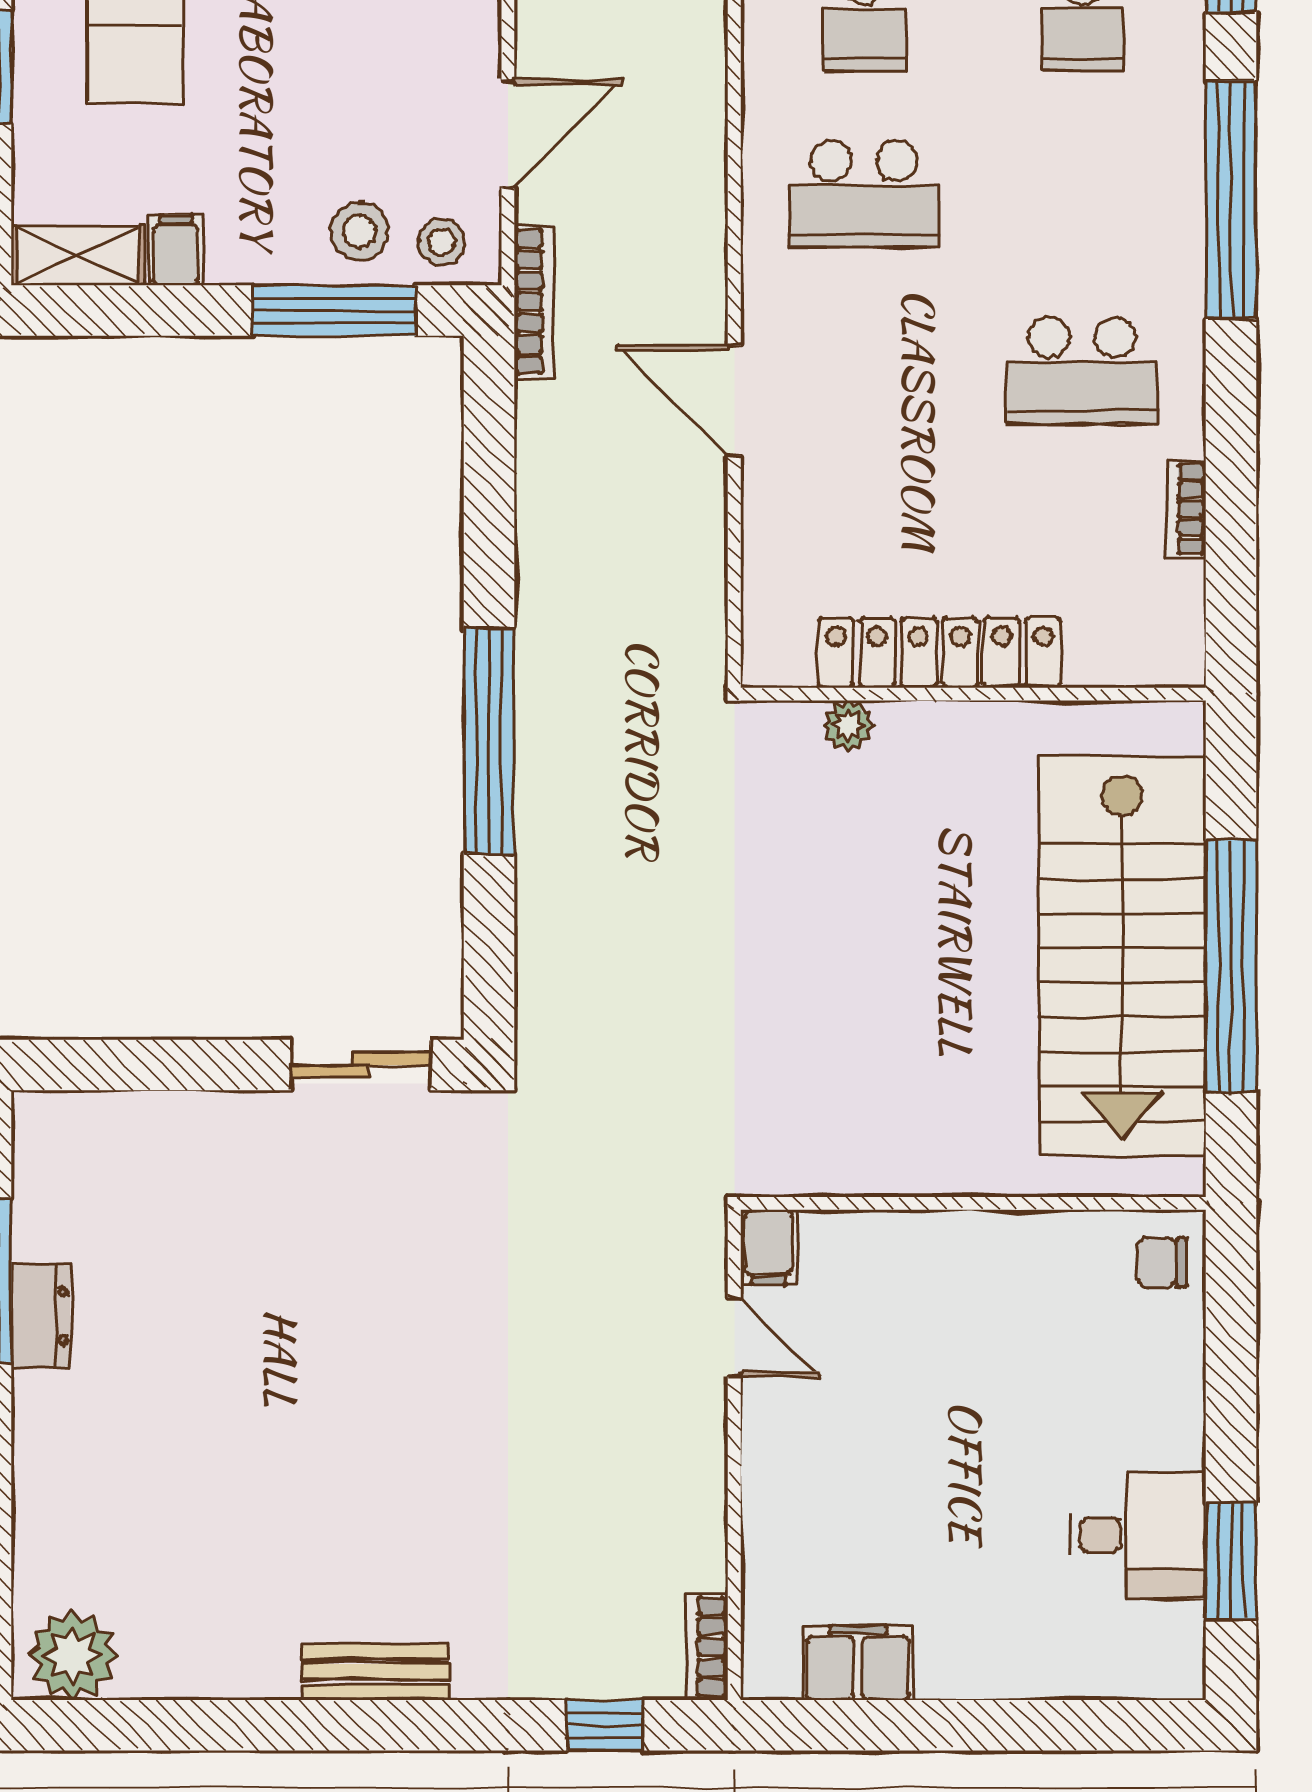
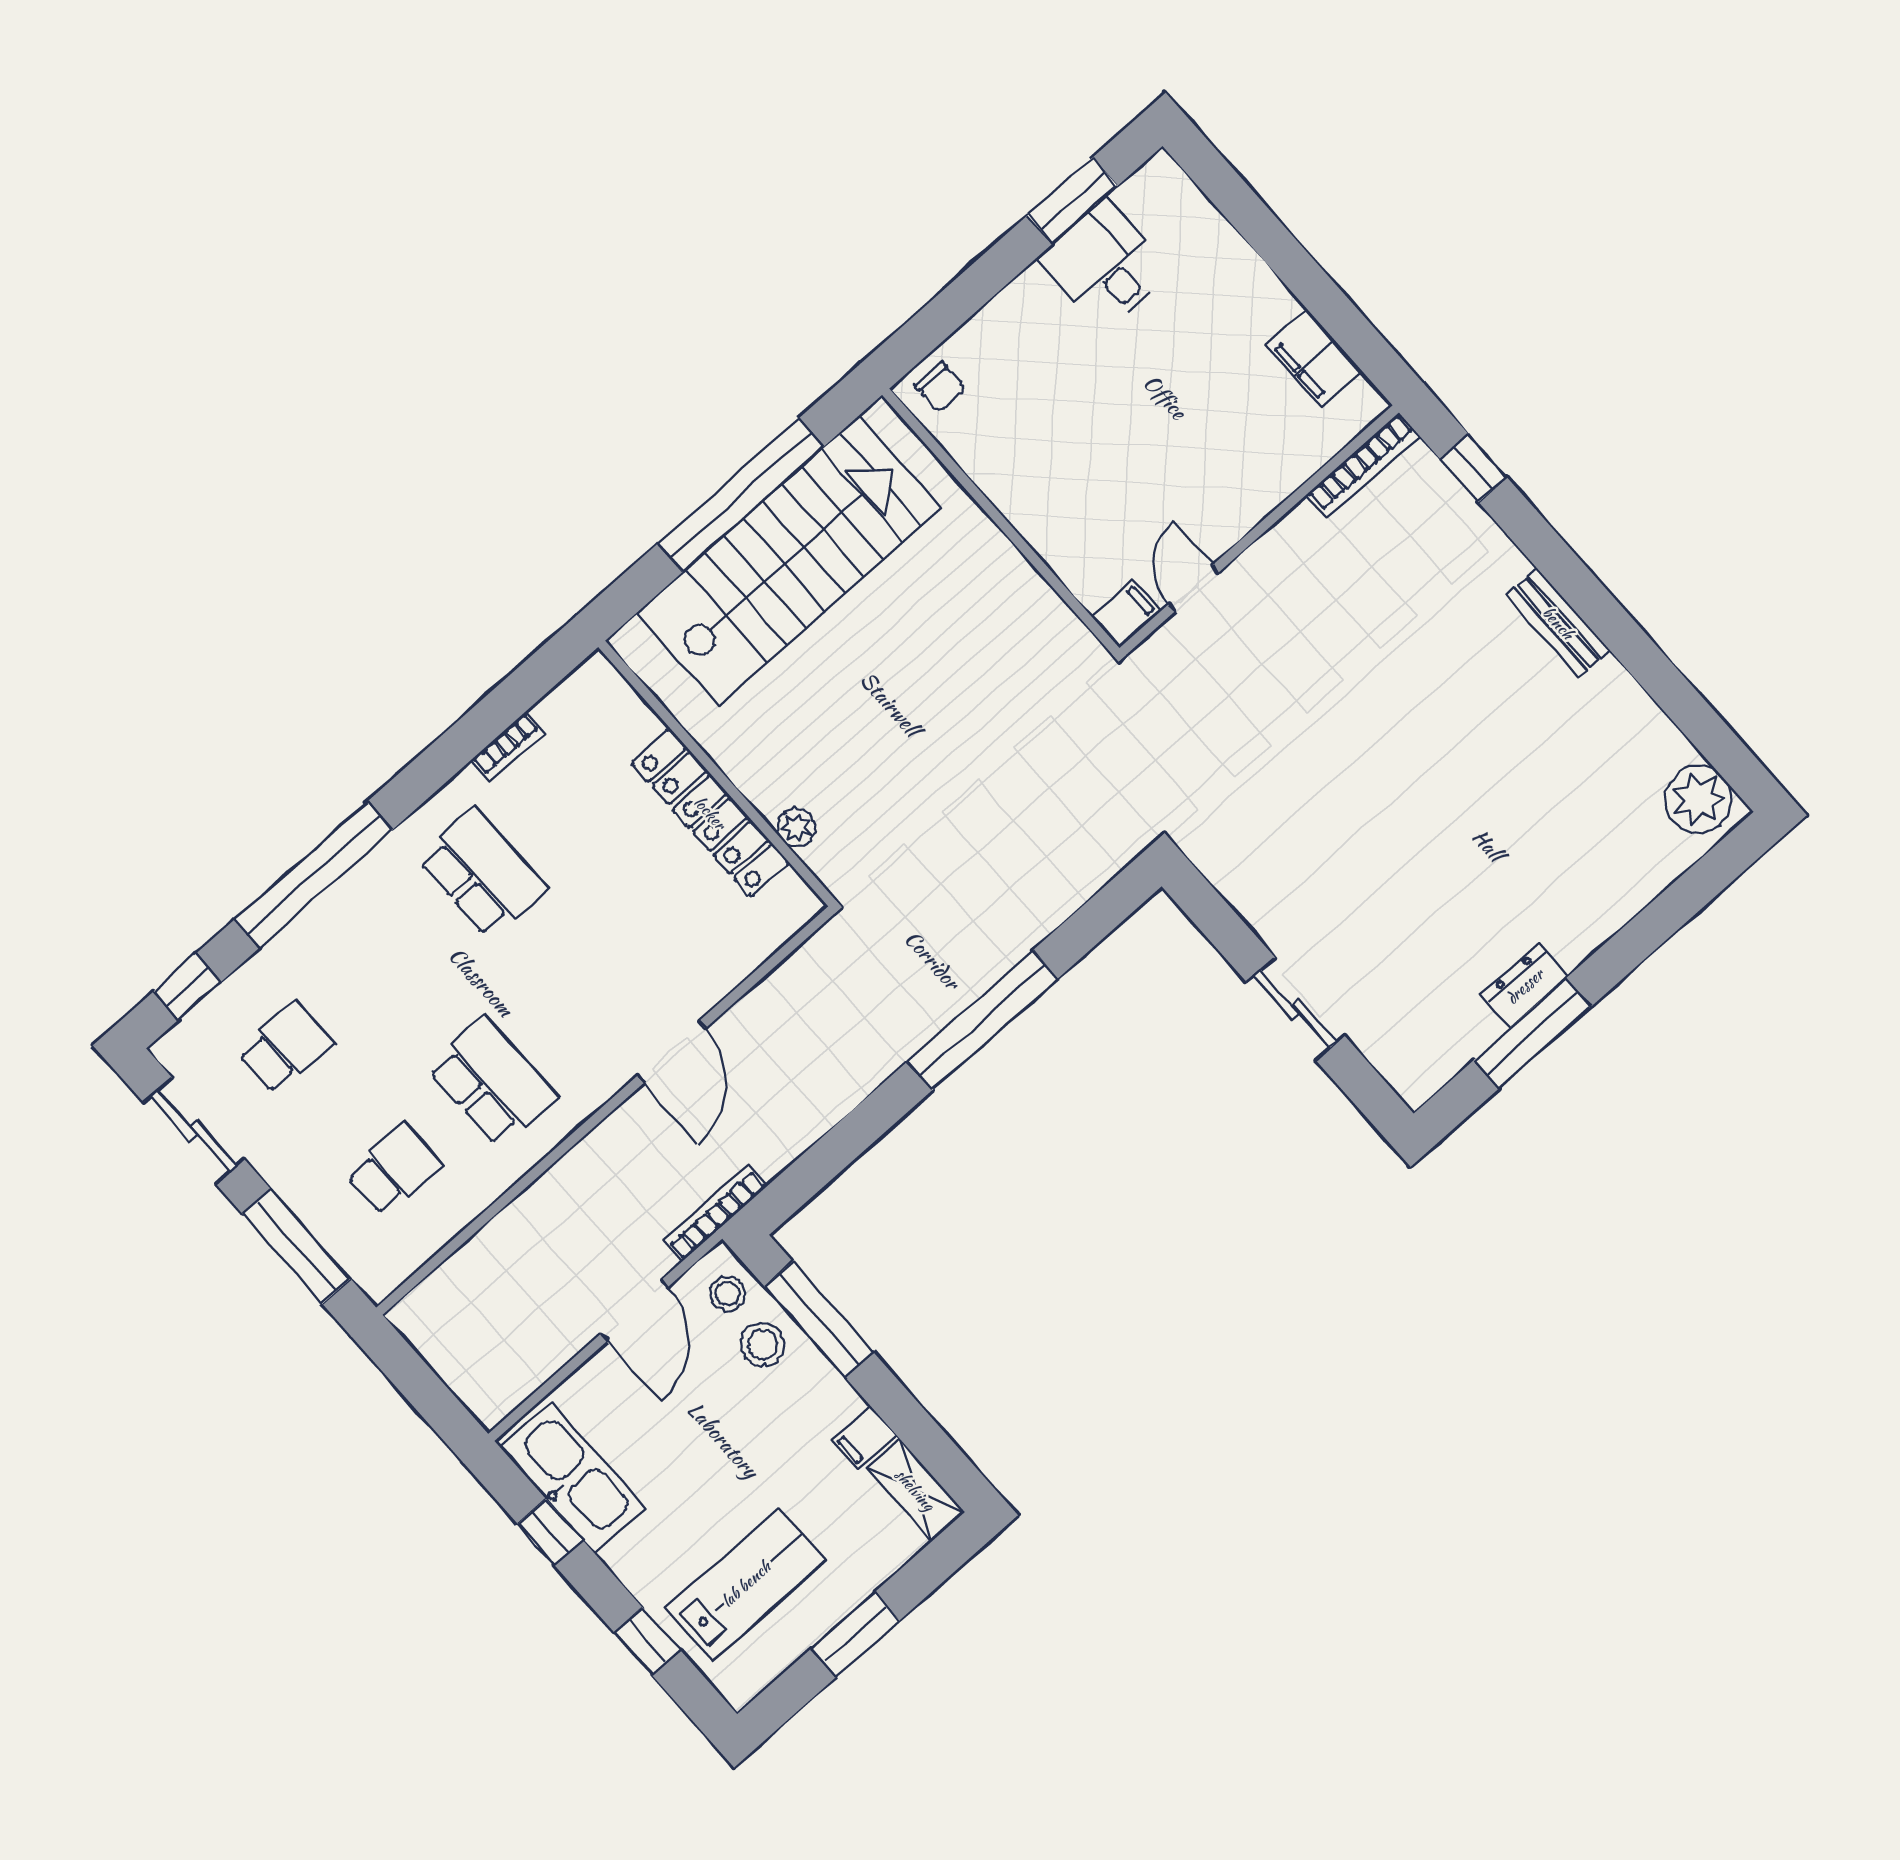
door: (508, 134) -> (635, 1310), swing flipped
sliding door: (361, 1065) -> (1295, 1009), moved
bookcase: (707, 1647) -> (1363, 465), width x1.56

